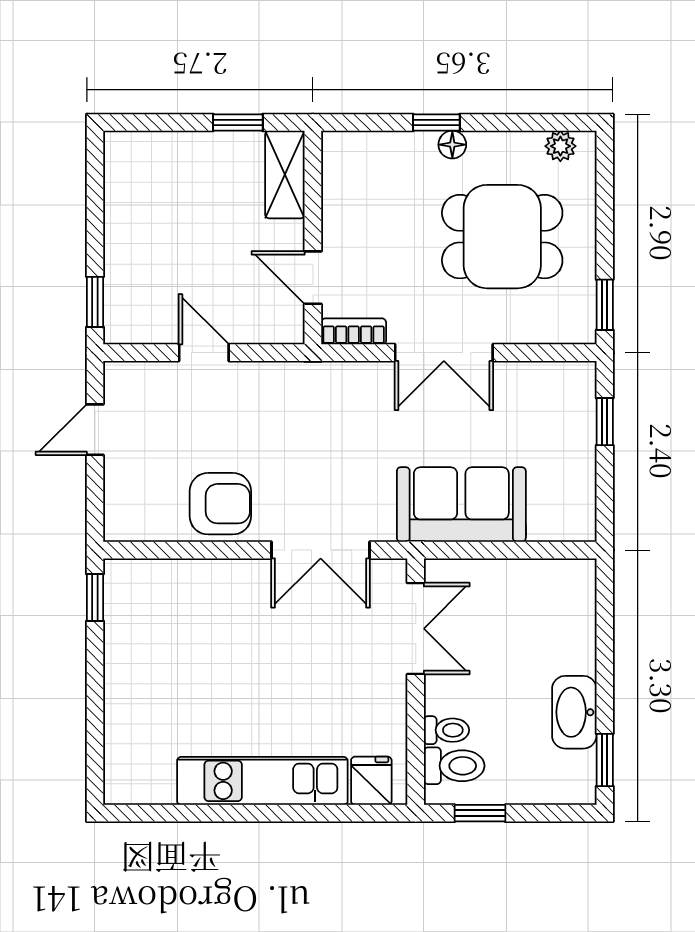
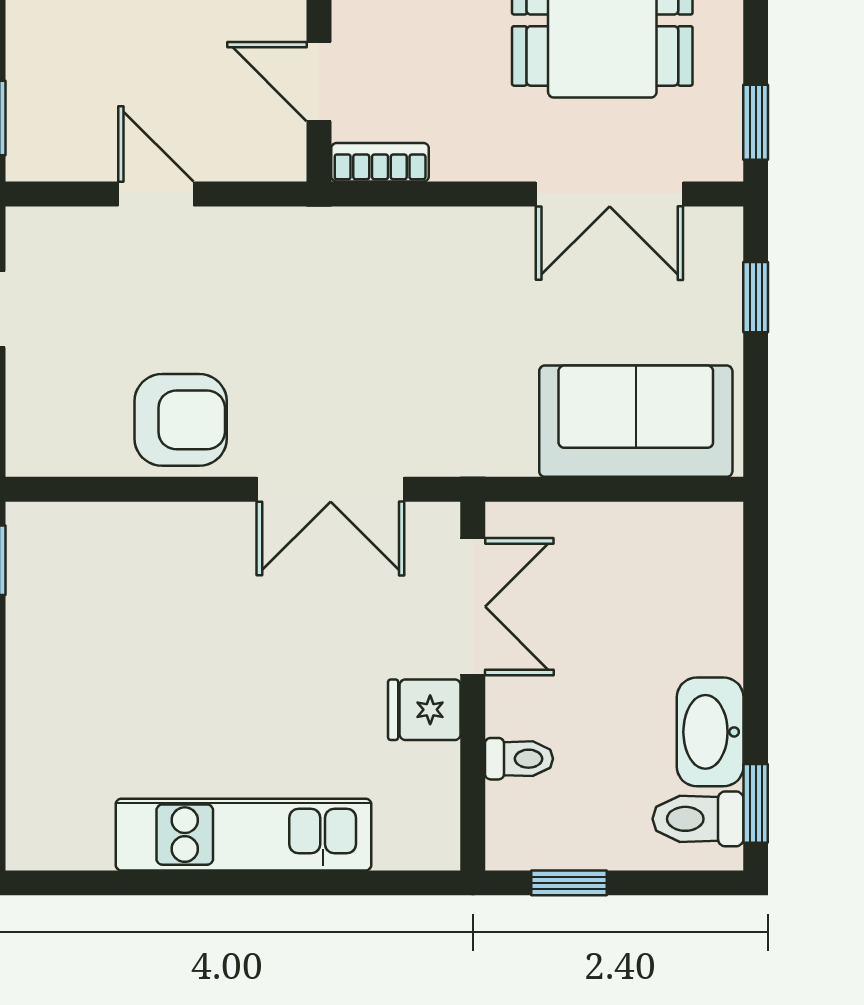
double door: (444, 353) -> (610, 194), moved
sofa: (461, 505) -> (636, 421), moved
toilet: (454, 766) -> (698, 819), moved, turned 180
fridge: (371, 781) -> (424, 710), moved, turned -90

